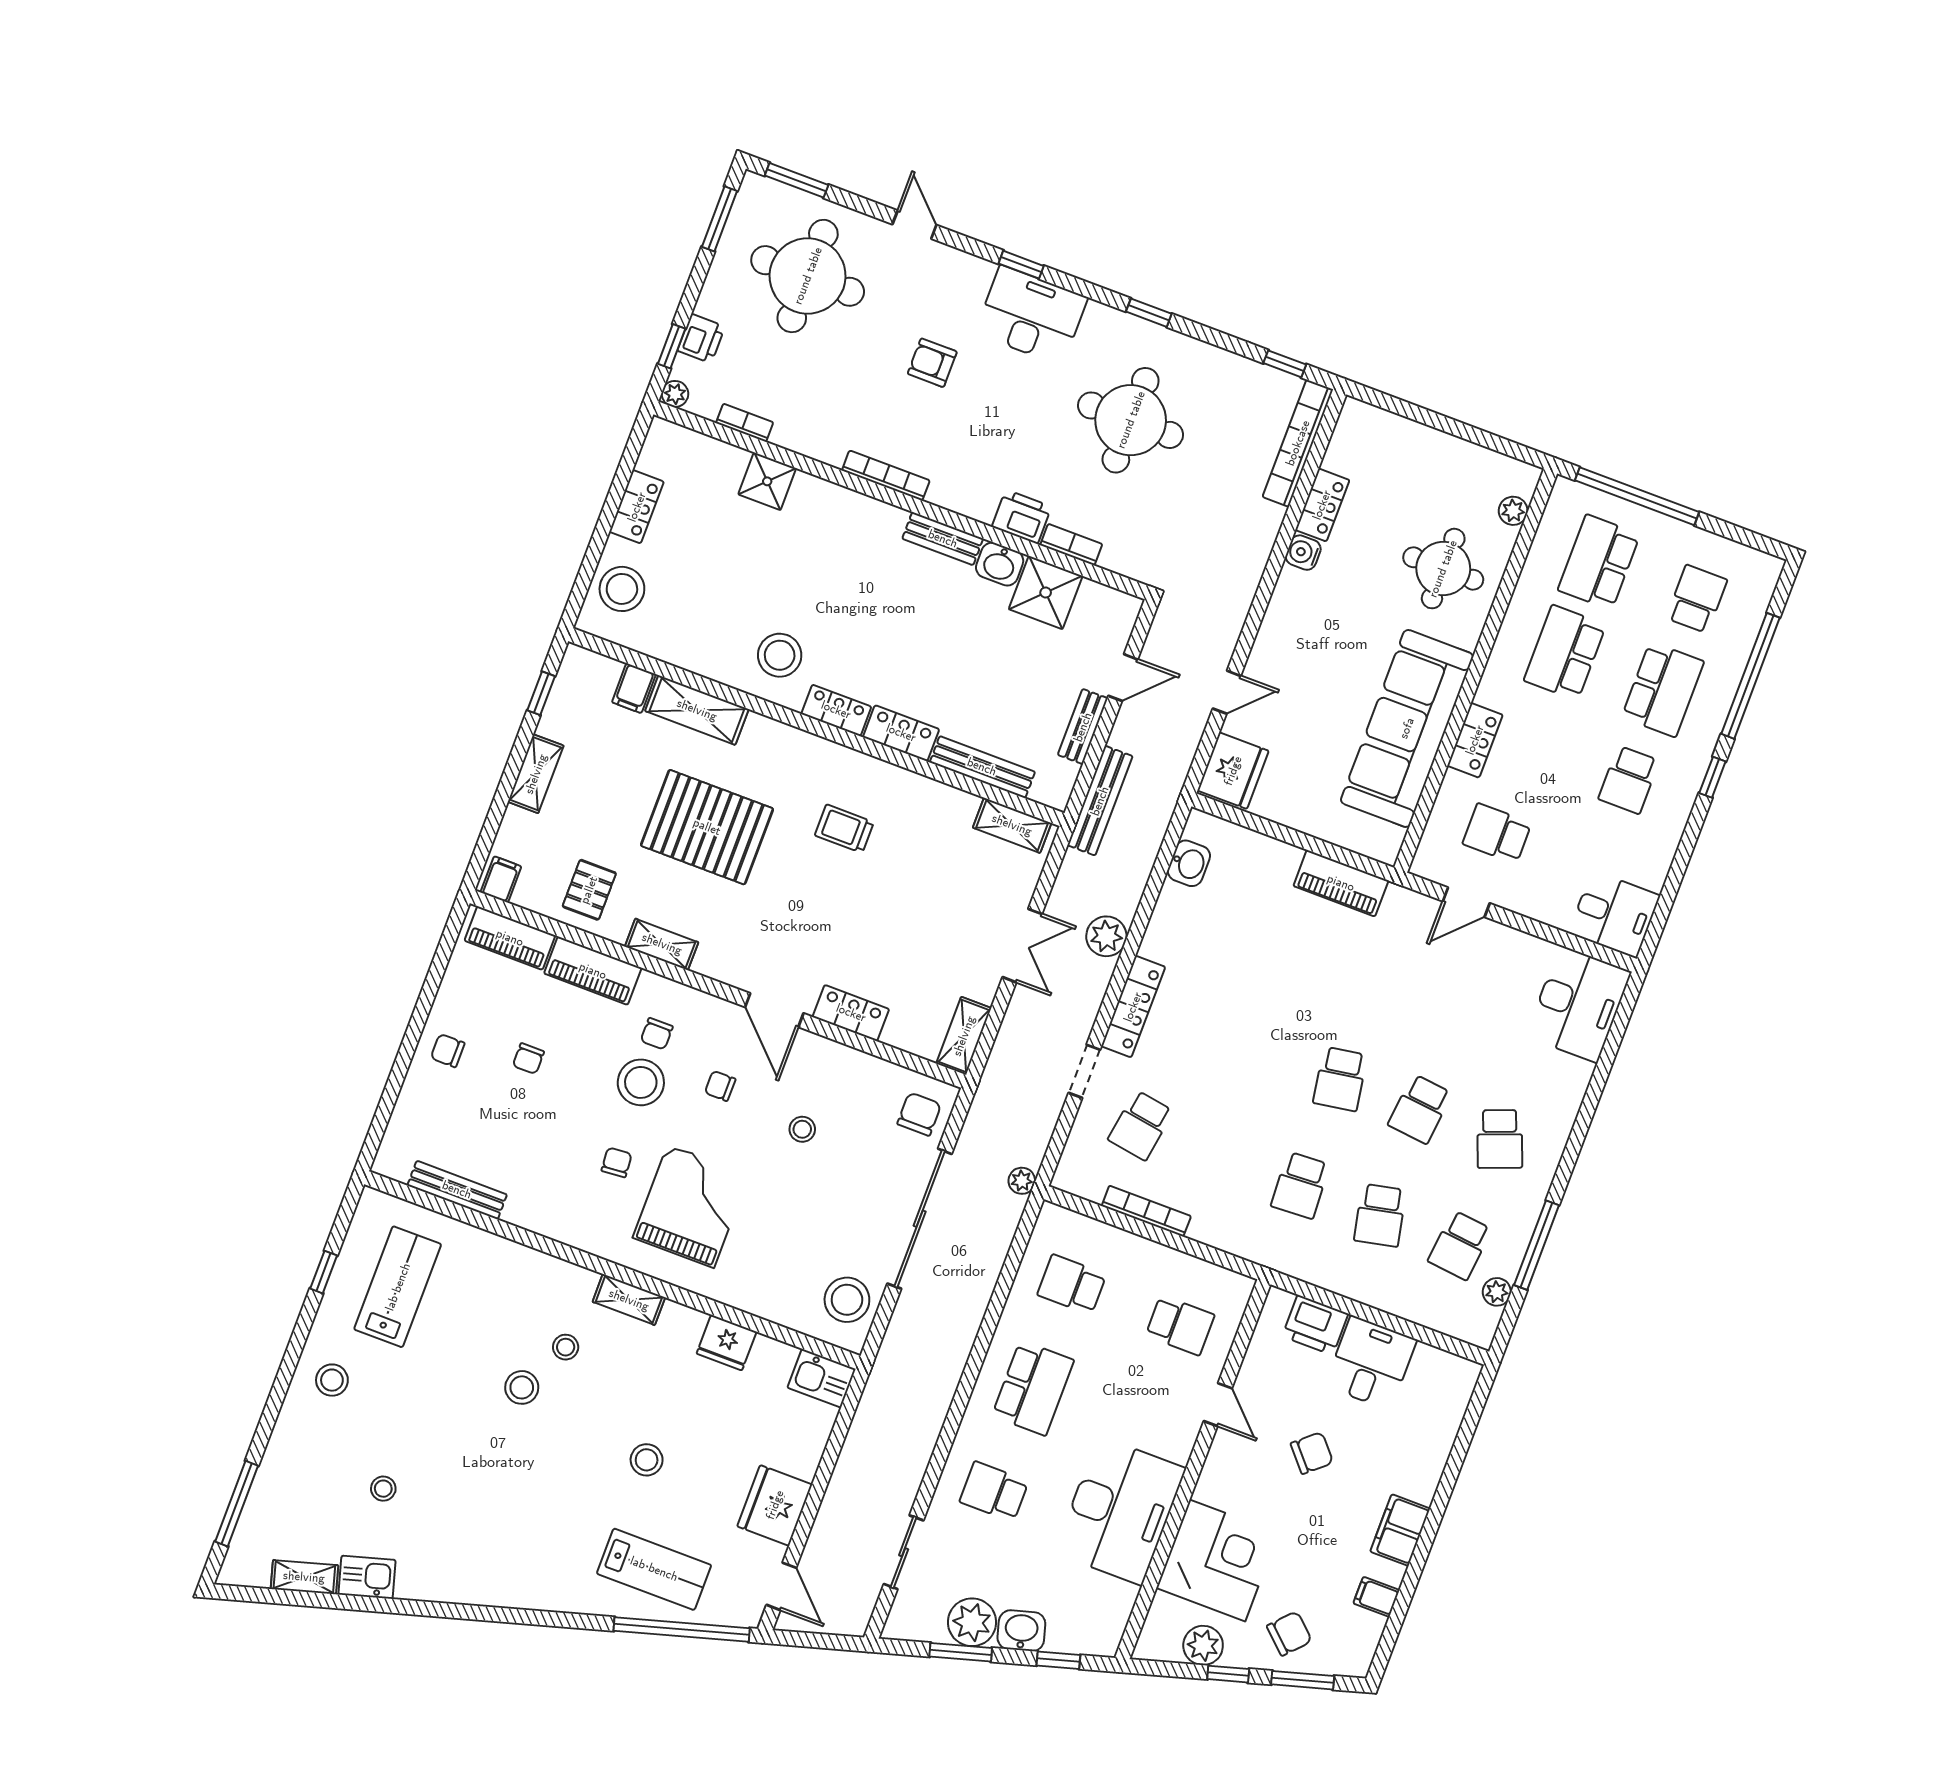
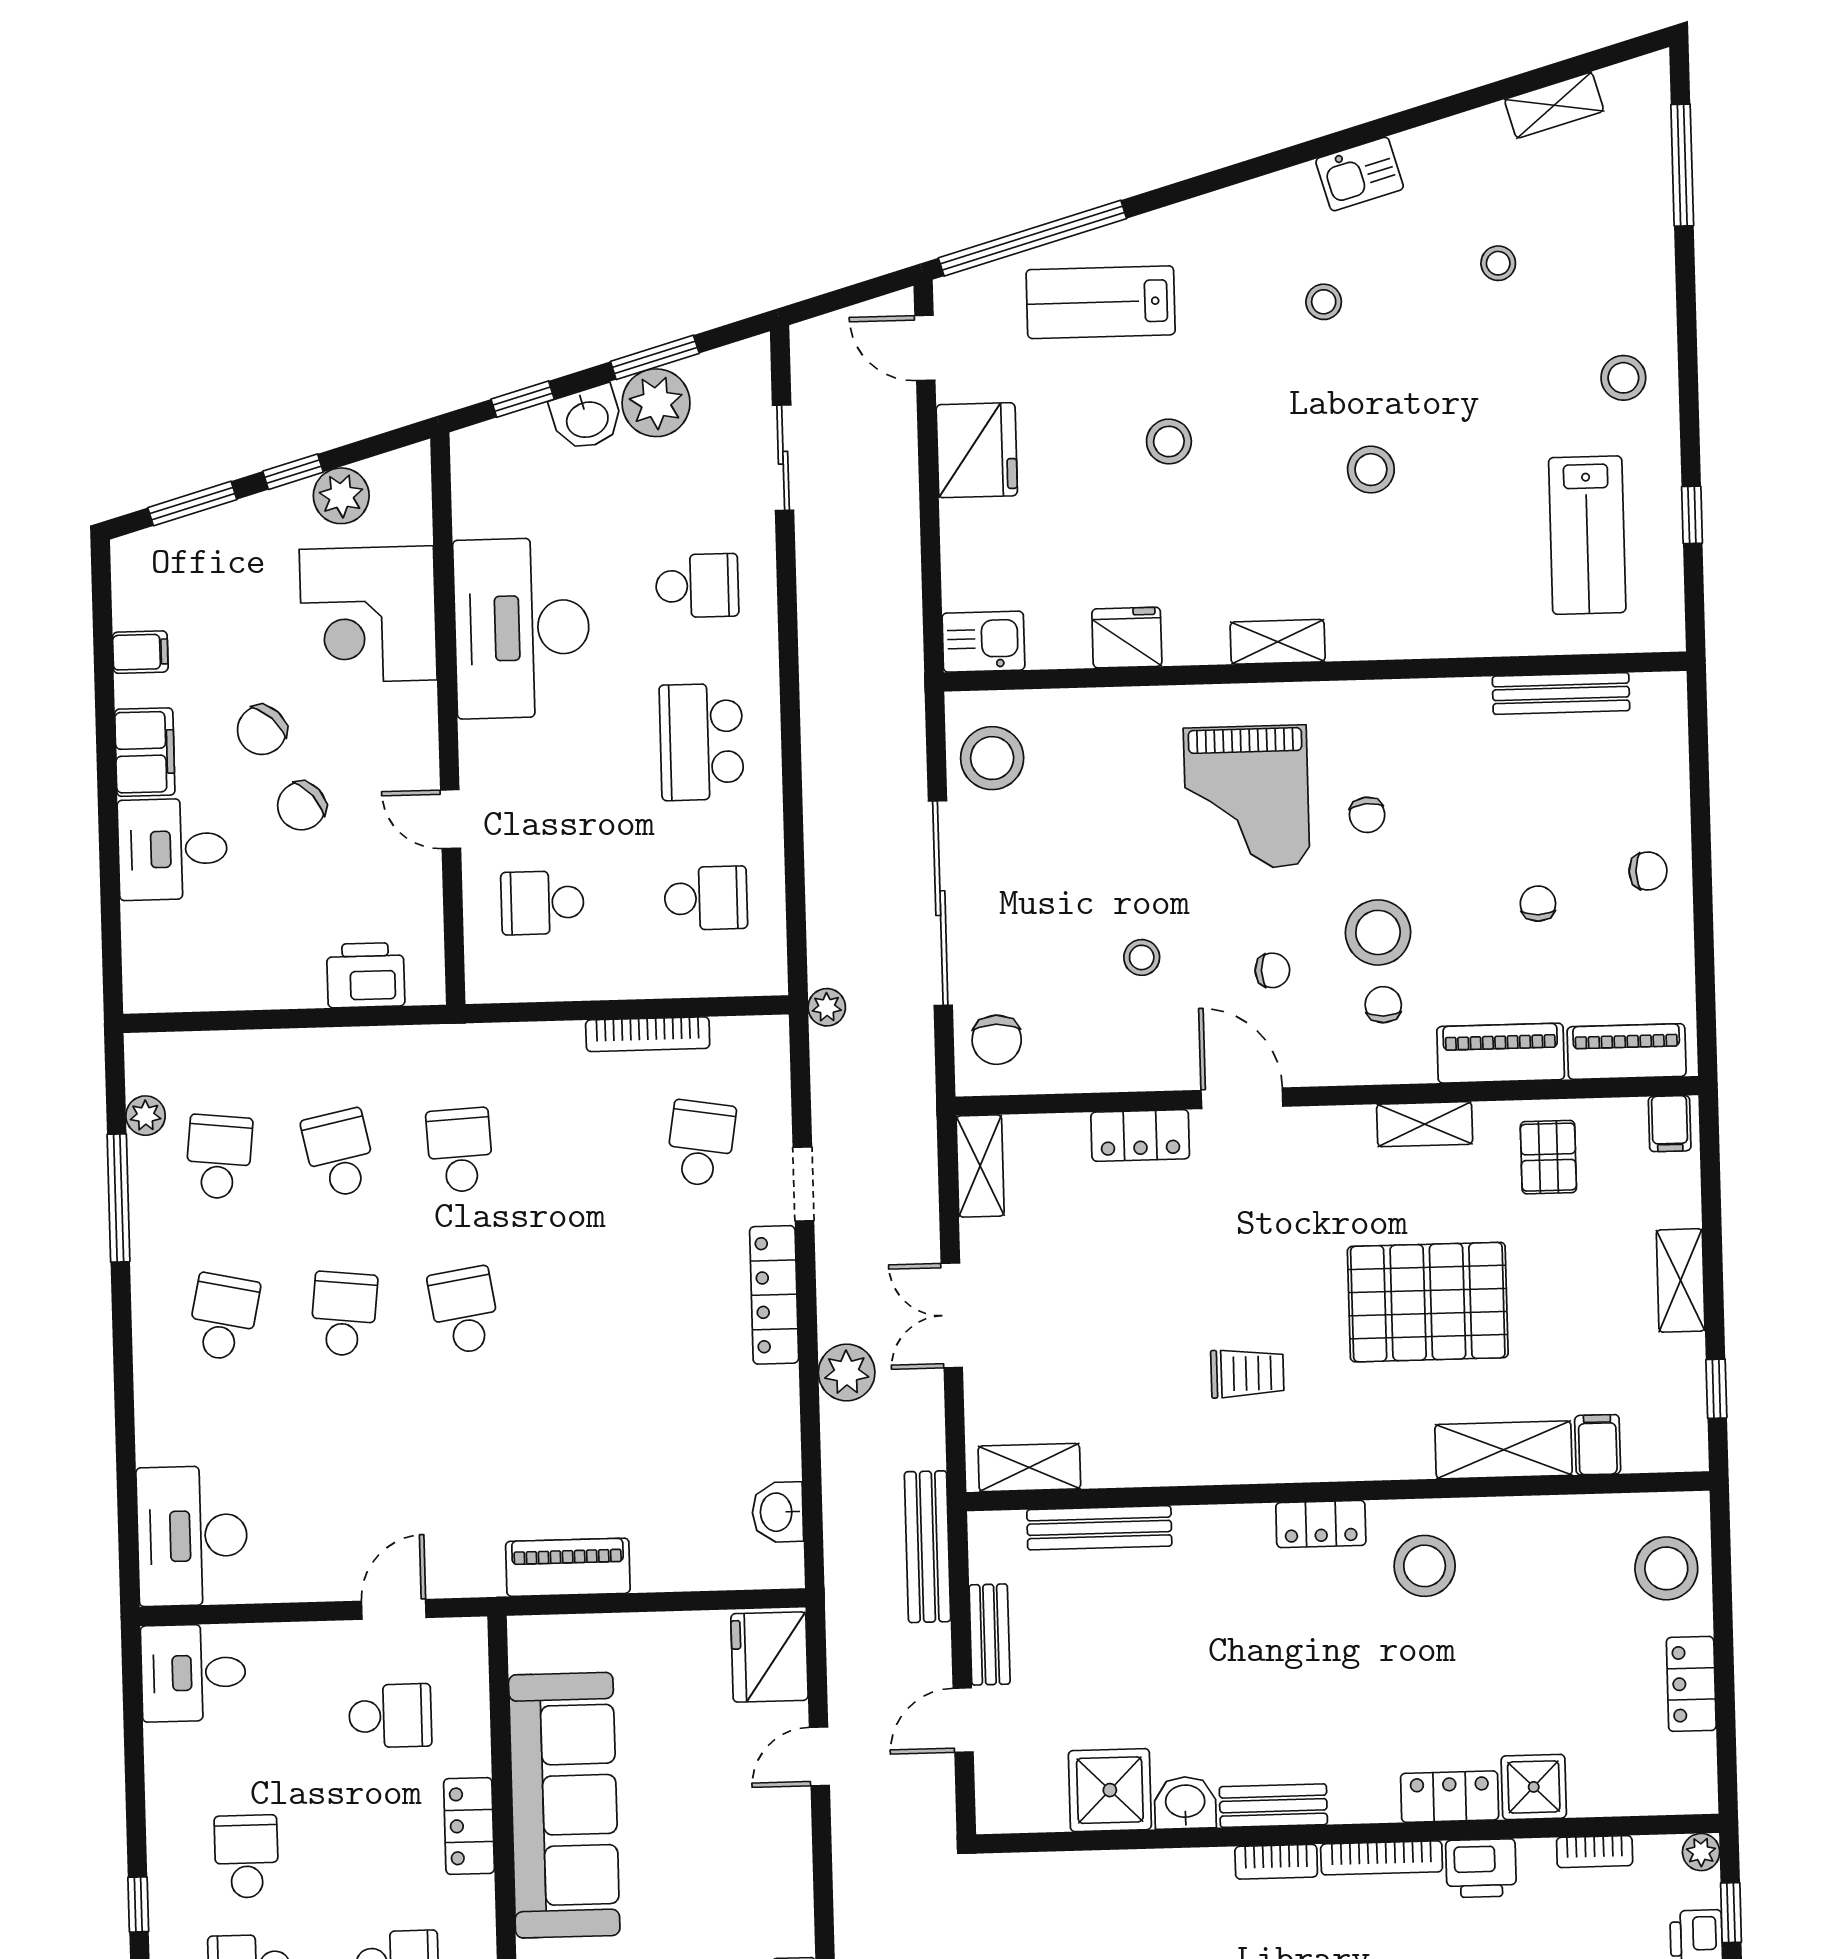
printer: (1022, 517) -> (1481, 1868), moved
bookcase: (1071, 545) -> (1276, 1862), moved
locker: (901, 733) -> (1450, 1797), moved, turned 180
school desk: (1500, 1139) -> (223, 1317), turned 33
stool: (566, 1347) -> (1324, 302), moved
desk: (1371, 1363) -> (173, 849), moved, turned 90
kitchen sink: (367, 1577) -> (1360, 174), moved
chair: (1289, 1633) -> (262, 730), moved

